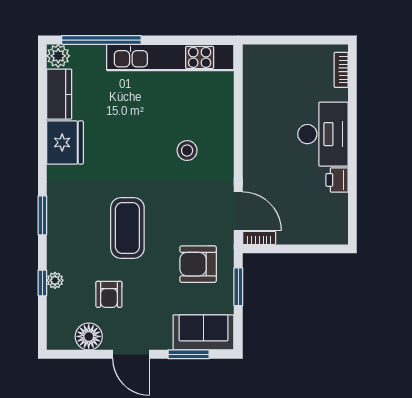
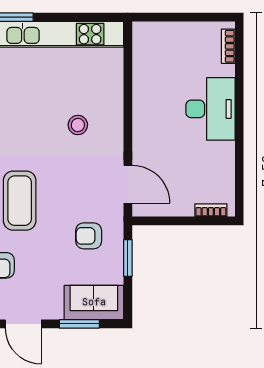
printer: (337, 180) -> (224, 154), removed
bookcase: (259, 238) -> (211, 210), moved
armchair: (198, 264) -> (89, 236), width x0.72, depth x0.72

